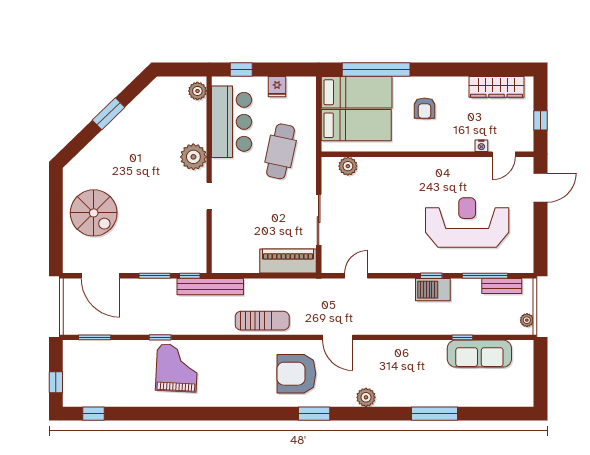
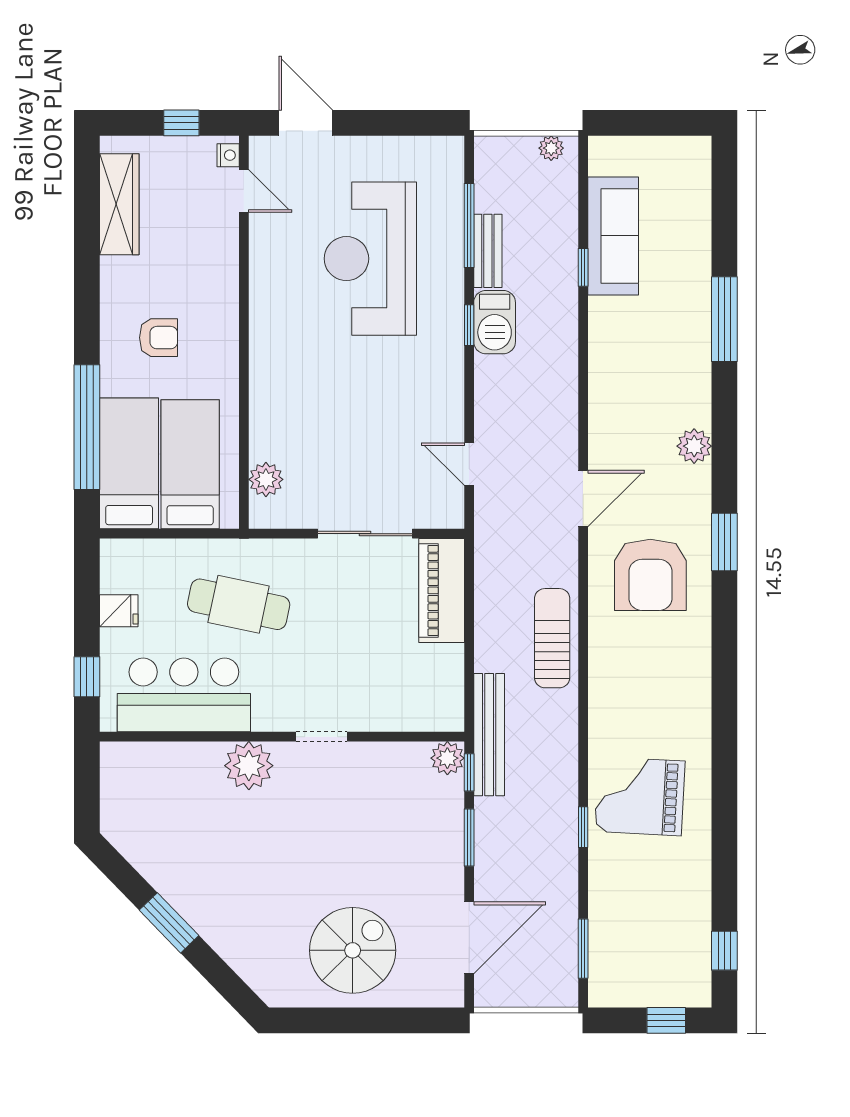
plant: (197, 91) -> (447, 758), moved
nightstand: (481, 146) -> (228, 155), moved
bench: (502, 286) -> (488, 251), moved

